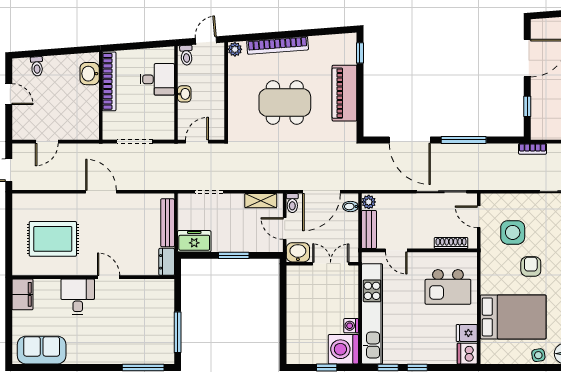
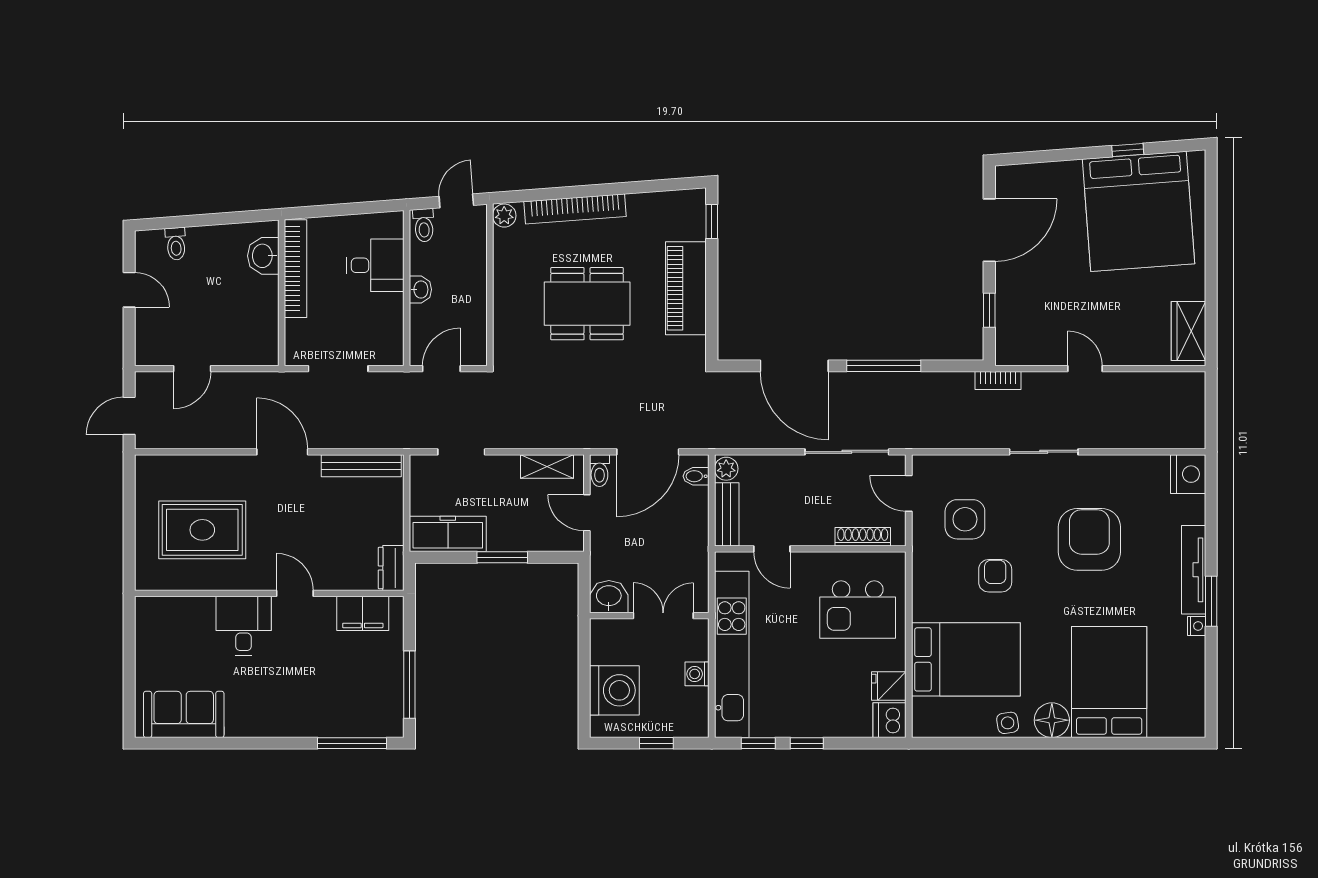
bench: (168, 223) -> (361, 466), moved, turned 90
freezer: (194, 241) -> (448, 534), width x1.40
washbasin: (298, 252) -> (609, 597), moved
wall: (322, 264) -> (649, 616), moved
double door: (331, 264) -> (663, 616), moved
filing cabinet: (22, 294) -> (363, 613), moved, turned 90
washing machine: (343, 349) -> (614, 690), moved, turned 180

